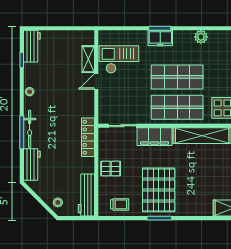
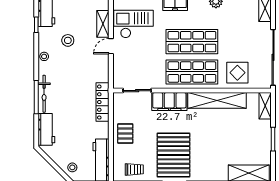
stool: (53, 76) -> (68, 40), added
pallet: (111, 169) -> (125, 134), turned 90

